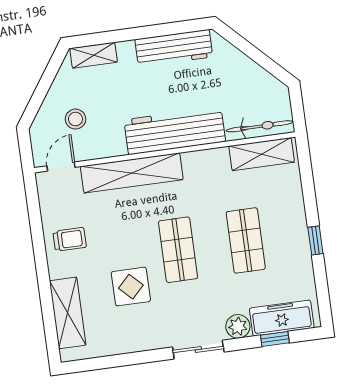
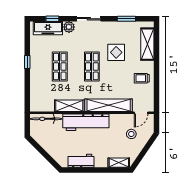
workbench: (174, 48) -> (81, 161), width x0.73
shelving: (262, 154) -> (69, 106), moved
window: (119, 360) -> (126, 19), added

